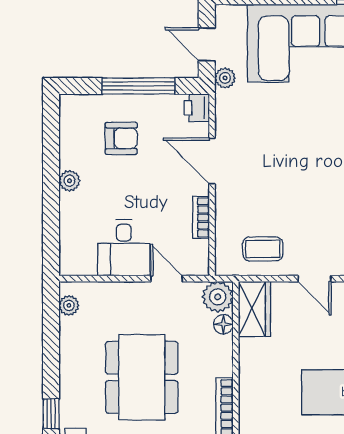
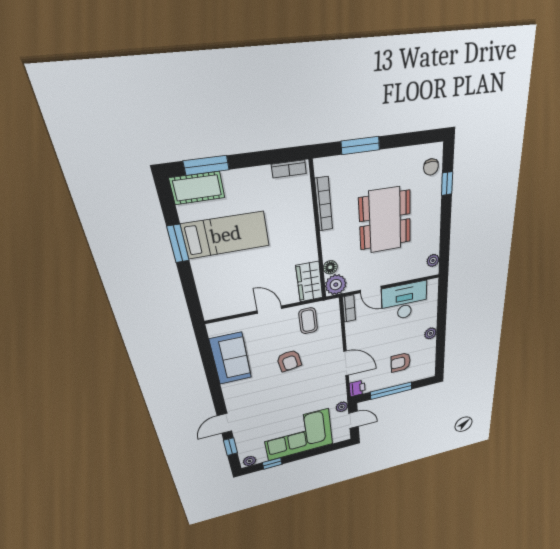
armchair: (298, 189) -> (289, 361), added
bookcase: (201, 217) -> (349, 309), moved
desk: (124, 248) -> (404, 301), width x1.37
coffee table: (263, 249) -> (308, 321), turned 90

